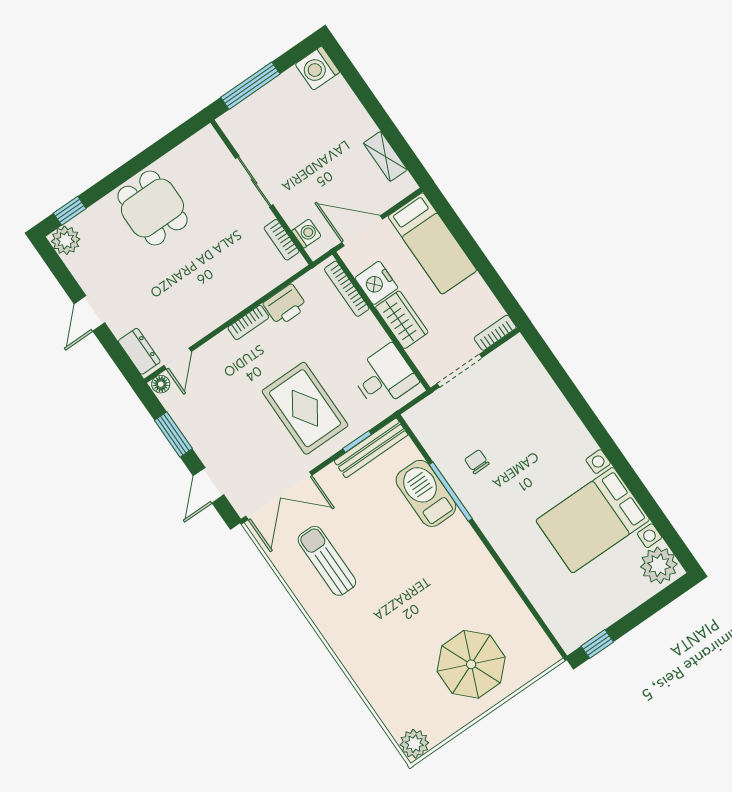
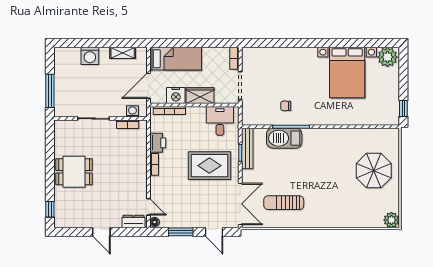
washing machine: (317, 68) -> (90, 56), moved
plant: (66, 240) -> (62, 220), removed

